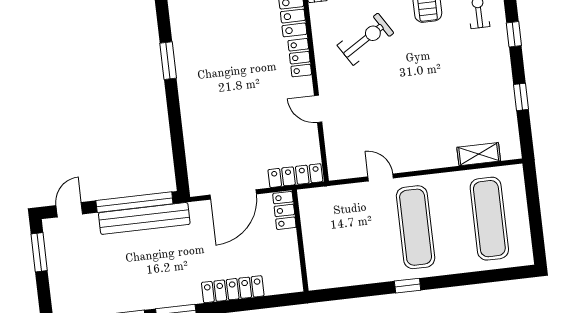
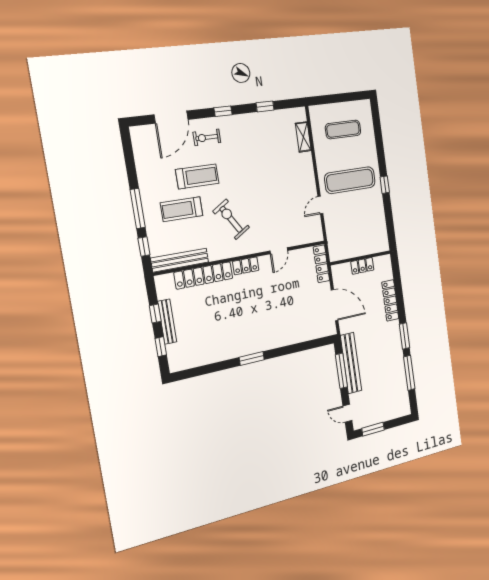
window: (134, 202) -> (341, 371), width x0.68
locker: (284, 210) -> (362, 266), moved
exercise mat: (489, 219) -> (343, 129), width x0.73, depth x0.69

